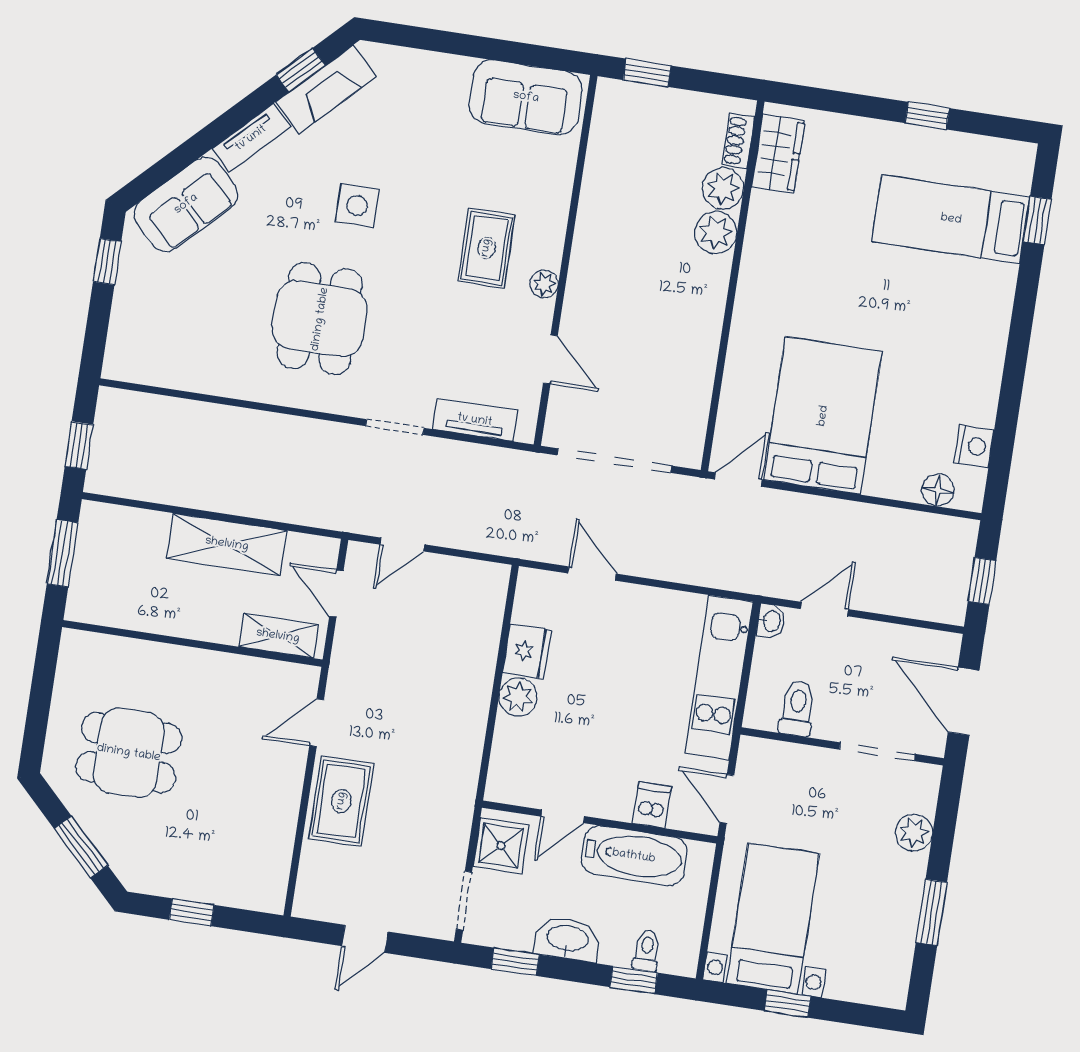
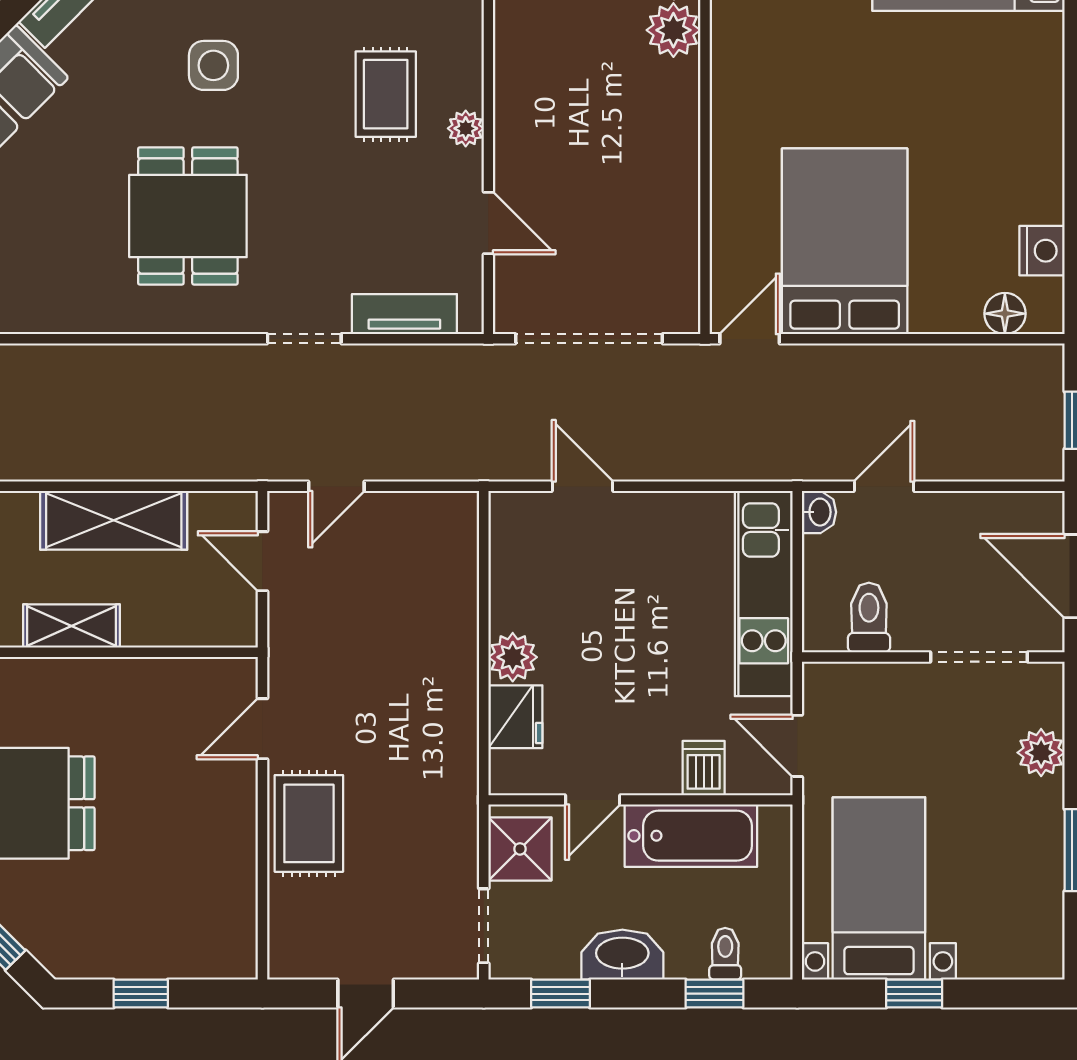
shelving: (278, 636) -> (71, 626), moved
fridge: (527, 652) -> (515, 717), moved

